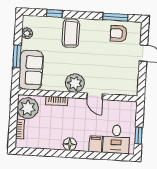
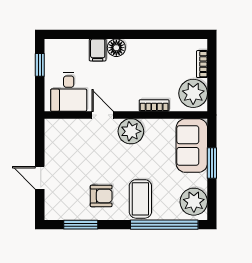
window: (55, 13) -> (164, 225), width x3.17
plant: (27, 33) -> (194, 202), width x1.87, depth x1.87
armchair: (118, 34) -> (101, 196), moved
desk: (116, 139) -> (69, 92), moved, turned 180
floor lamp: (70, 144) -> (116, 48), moved

